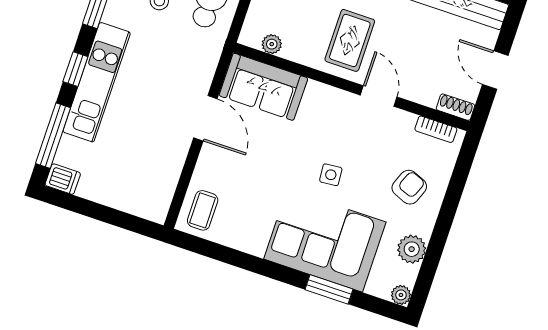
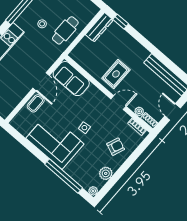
plant: (272, 44) -> (139, 111), moved
door: (379, 96) -> (118, 103), hinge flipped
coffee table: (203, 210) -> (36, 103), moved
corner sofa: (325, 241) -> (55, 141), moved
window: (329, 289) -> (64, 176), width x2.11

